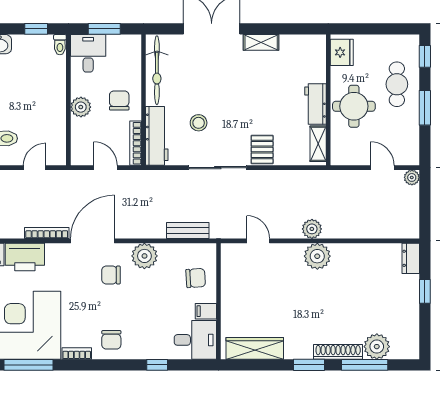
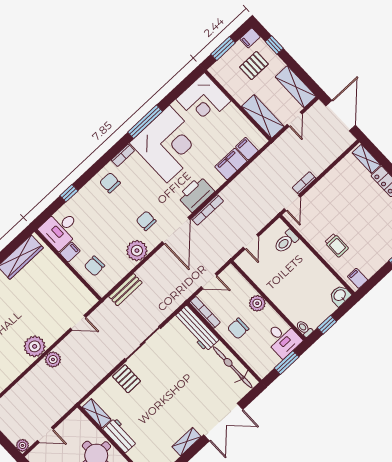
chair: (119, 100) -> (238, 329), turned 90
stool: (199, 123) -> (179, 359), removed
printer: (25, 257) -> (196, 194), moved
chair: (111, 275) -> (146, 221), turned -90

